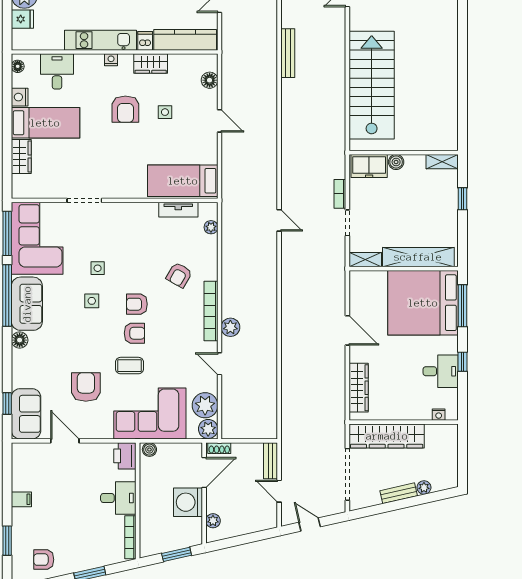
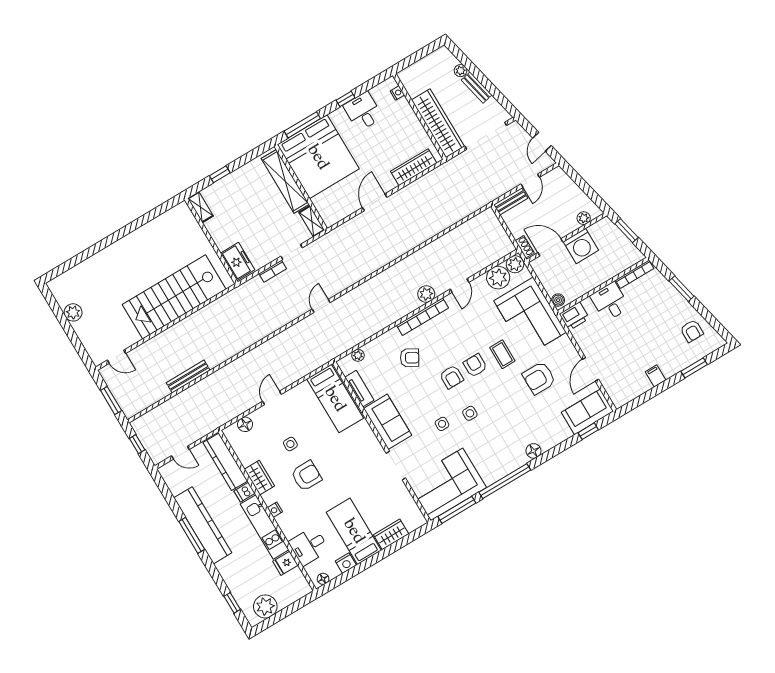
fridge: (22, 19) -> (285, 563), moved, turned -90
boiler: (396, 162) -> (222, 243), removed
sofa: (27, 304) -> (388, 422), moved, turned 90

